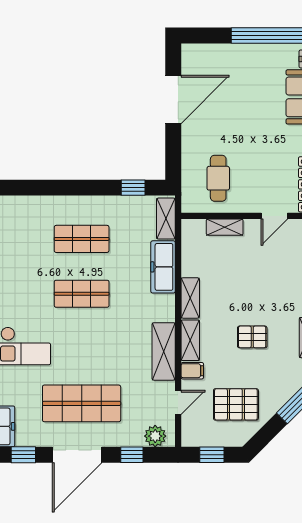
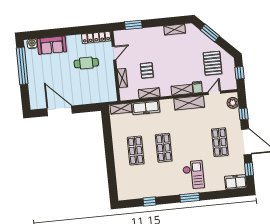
cafe table: (218, 178) -> (86, 63), moved
window: (133, 188) -> (107, 127), removed
door: (274, 216) -> (114, 53), hinge flipped
shelving: (190, 298) -> (149, 93), moved
pallet: (252, 337) -> (147, 70), moved
door: (178, 402) -> (214, 93), hinge flipped
shop shelf: (82, 403) -> (220, 142), width x0.70, depth x0.74

